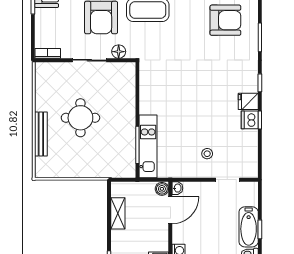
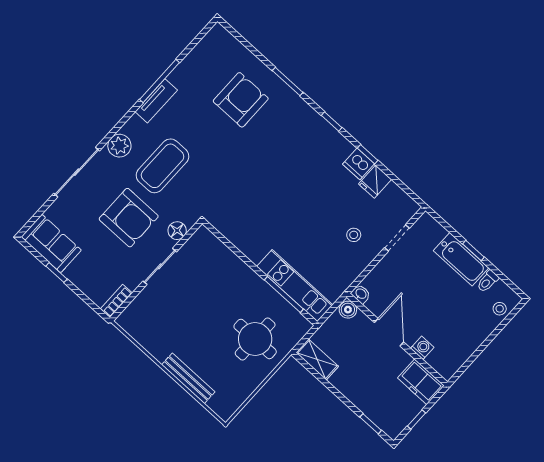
fridge: (248, 101) -> (375, 182), moved
round table: (80, 118) -> (255, 339), moved
door: (170, 210) -> (389, 332), moved
shelving: (118, 213) -> (317, 360), moved

